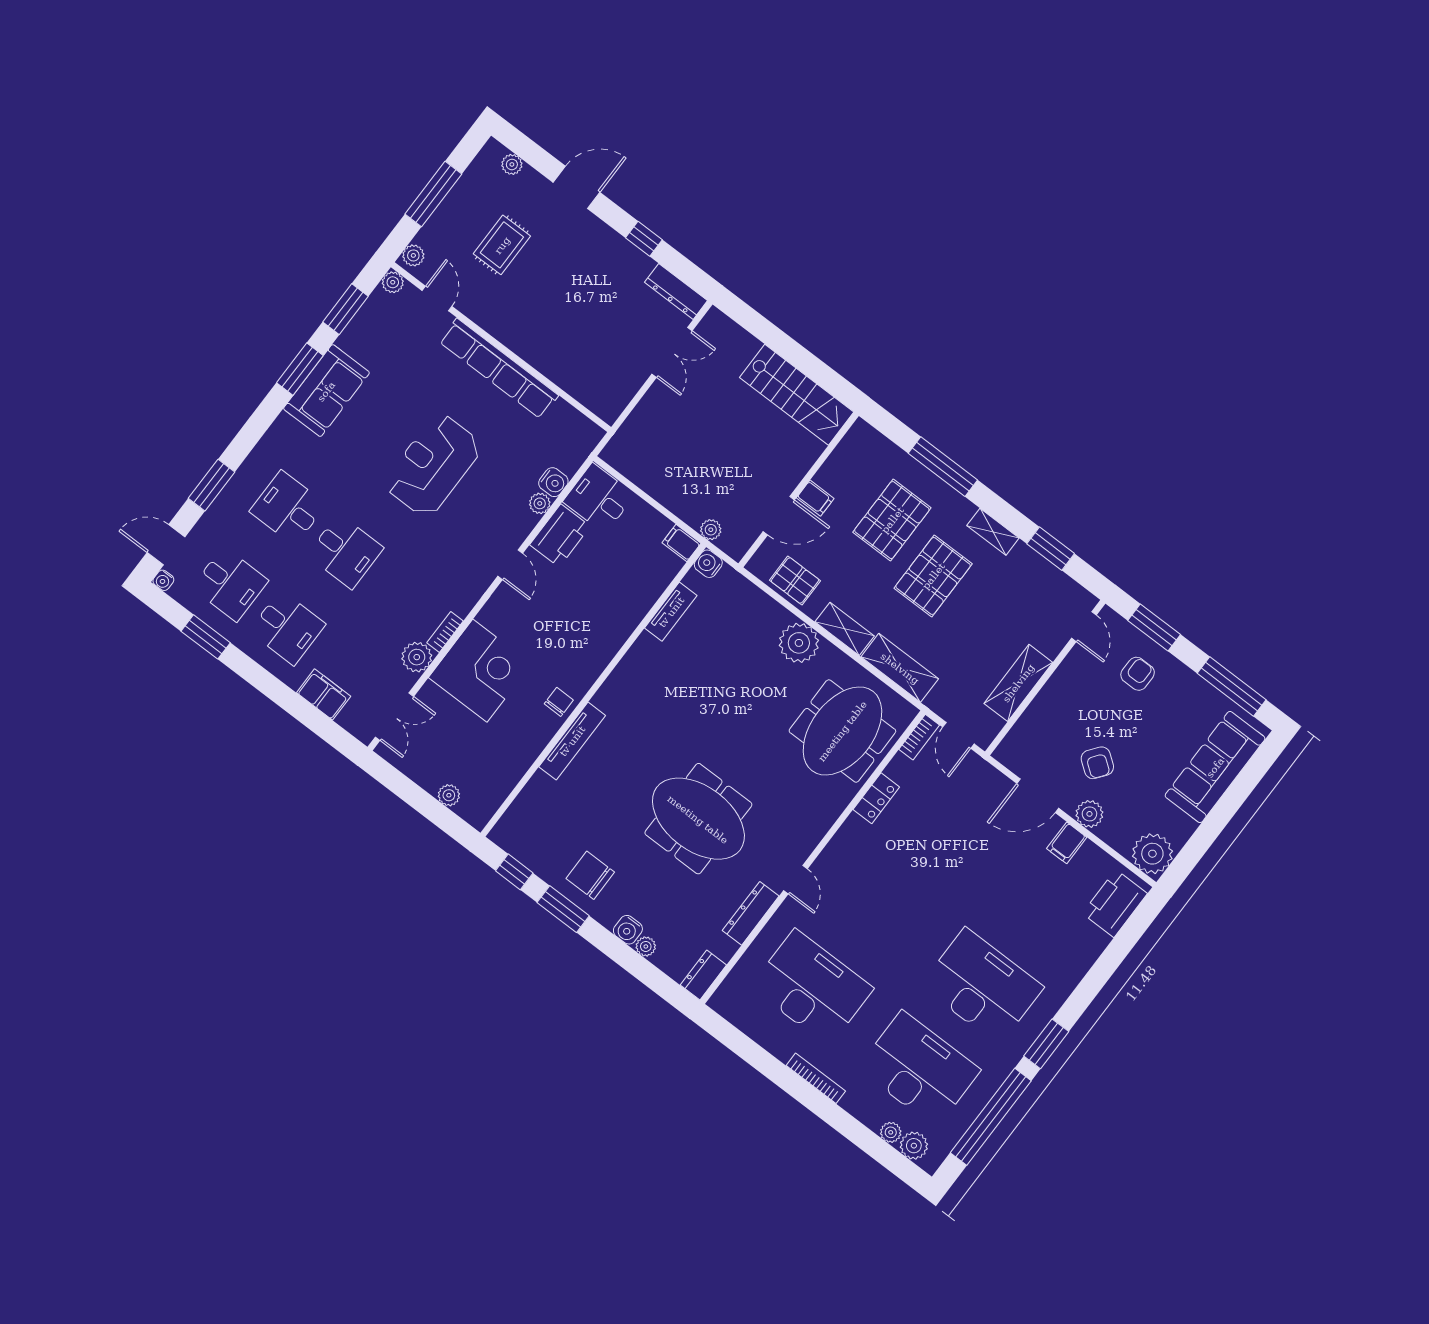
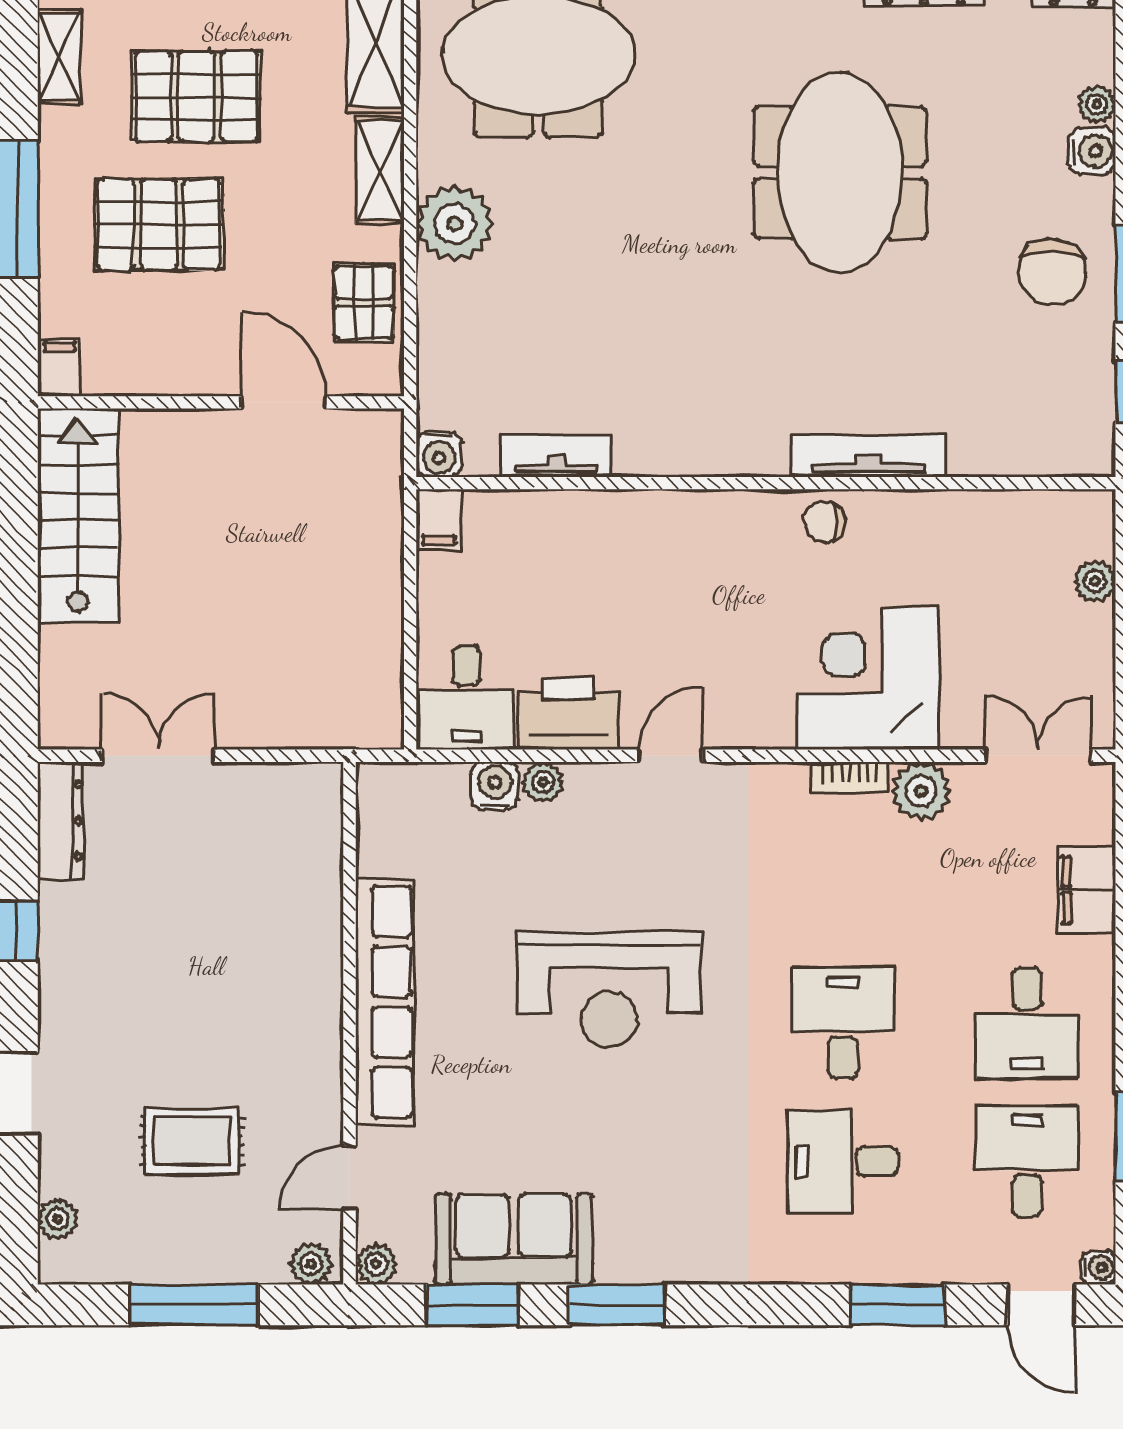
sofa: (326, 391) -> (514, 1239), moved
filing cabinet: (815, 498) -> (59, 367), moved
desk: (288, 508) -> (843, 1161), turned 90
plant: (711, 530) -> (384, 490), removed
desk: (287, 628) -> (1027, 1023), turned 180

